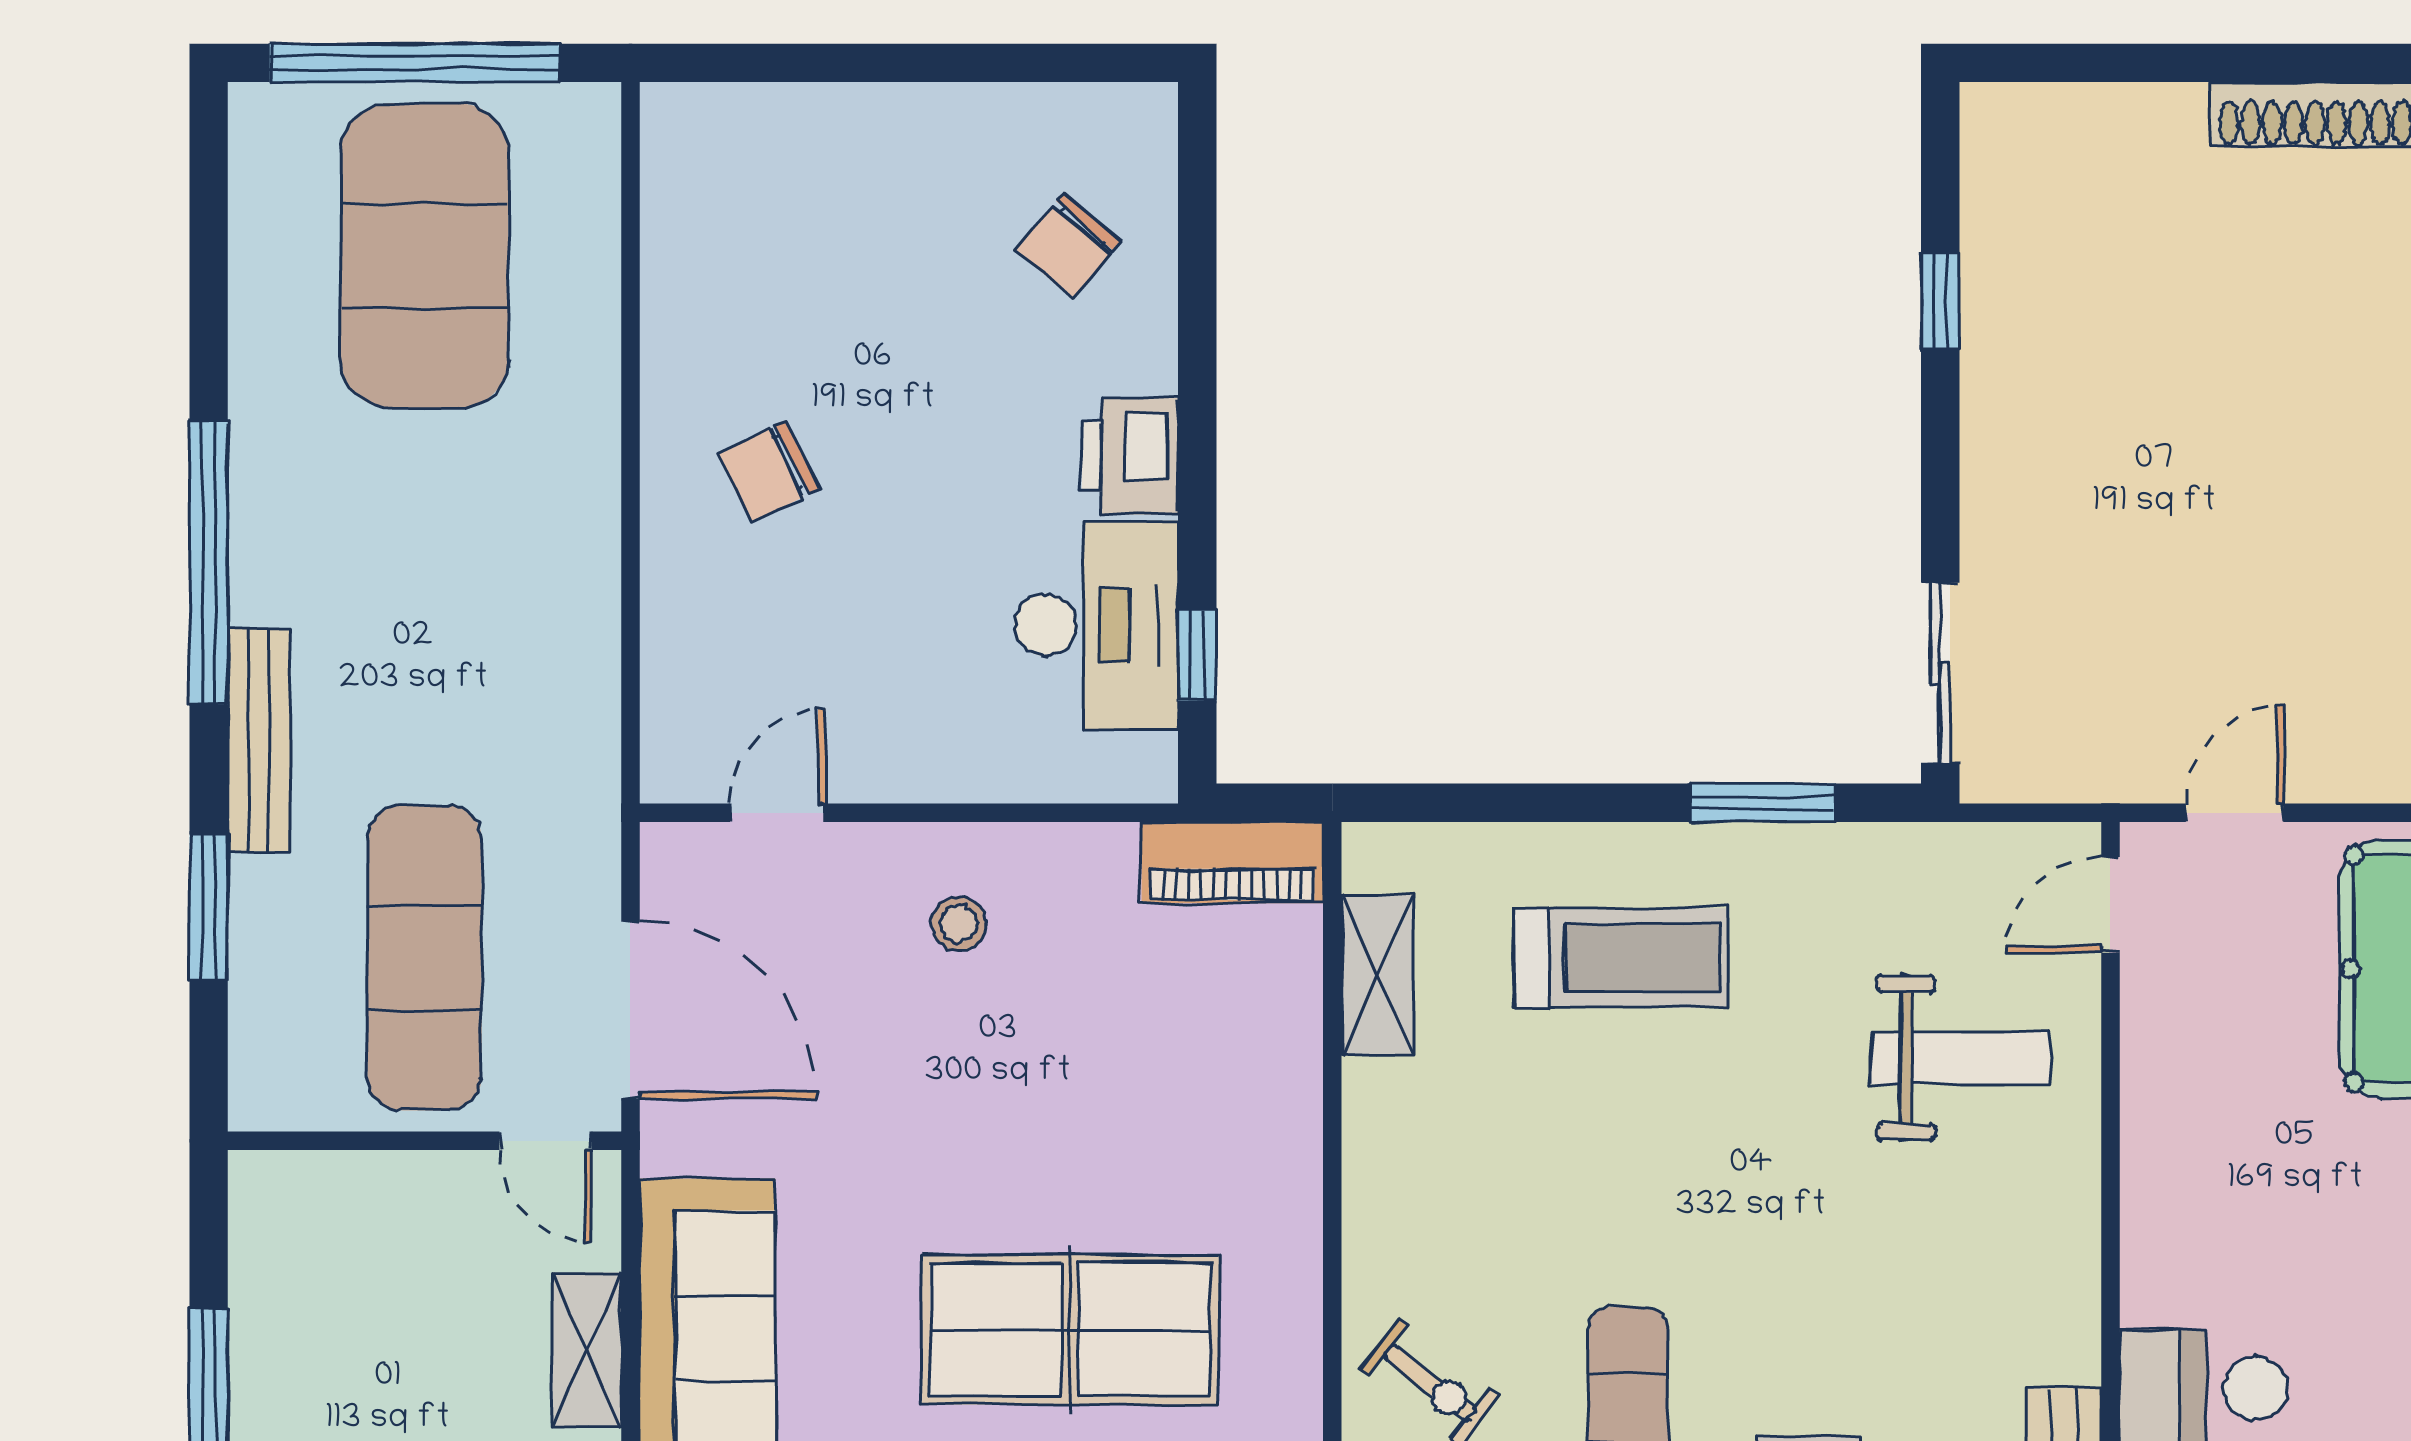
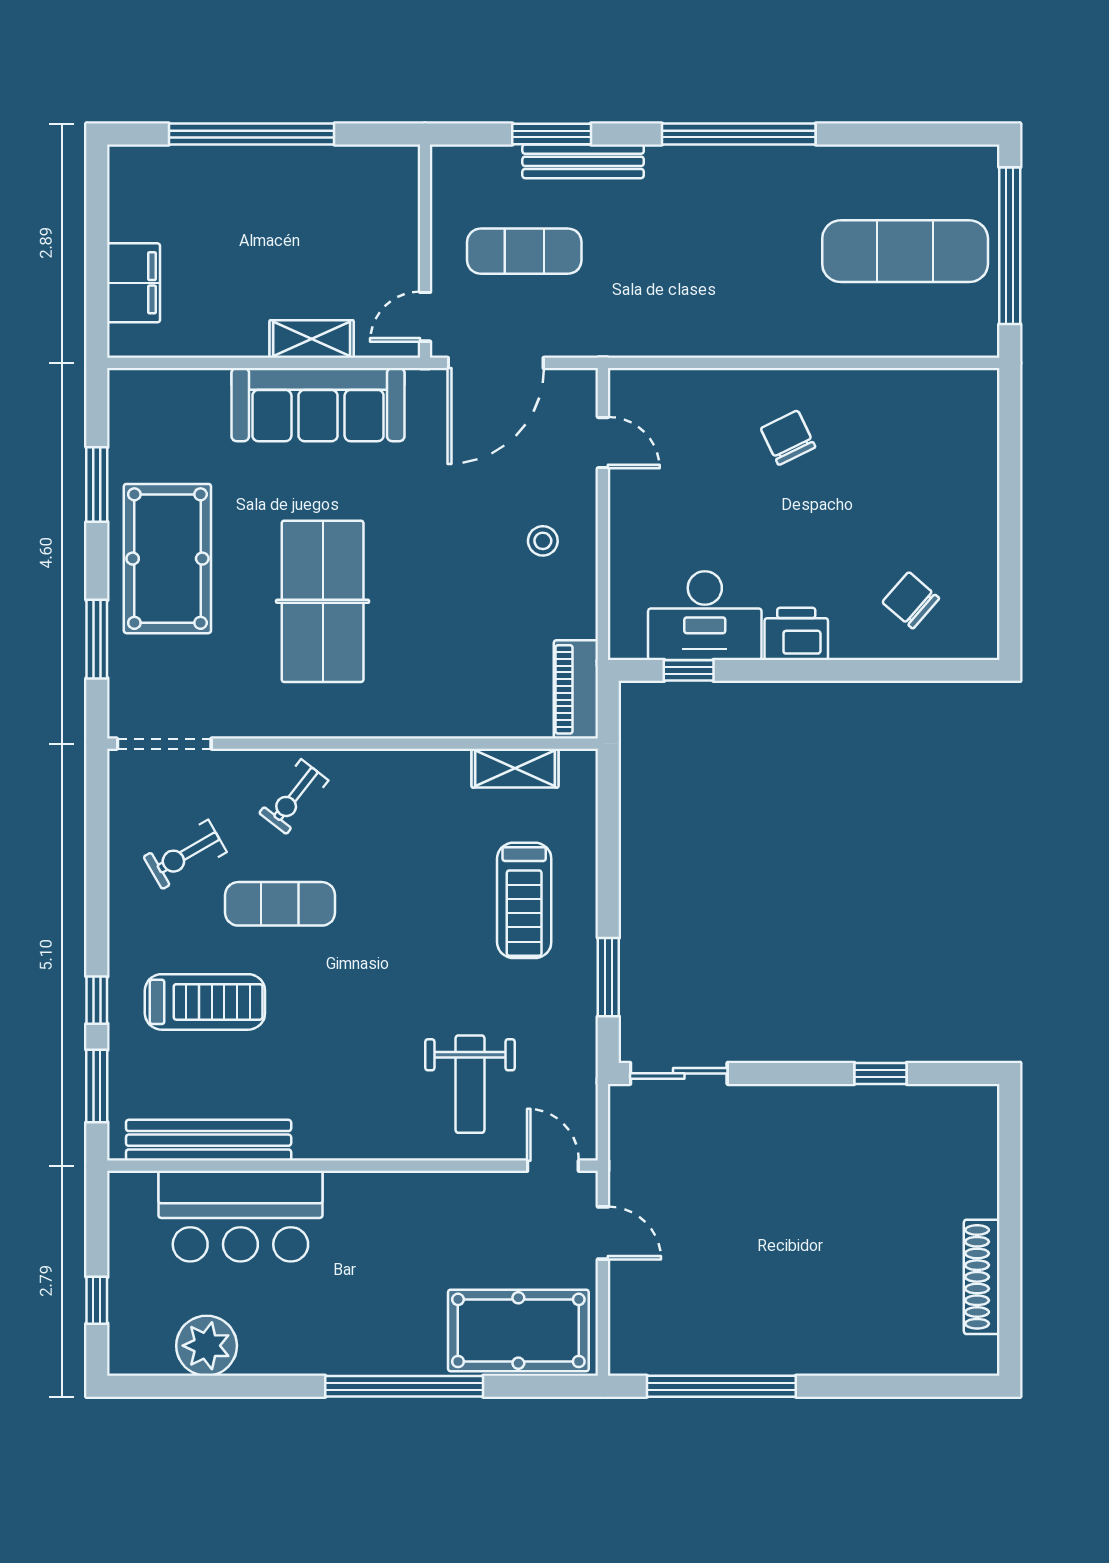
exercise mat: (425, 256) -> (905, 251), width x0.68
bench: (259, 740) -> (583, 161), moved
exercise mat: (425, 958) -> (524, 251), width x0.73, depth x0.69

